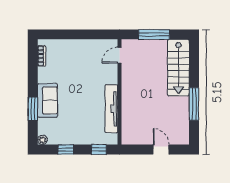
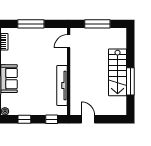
window: (74, 34) -> (31, 24), added
stairs: (178, 68) -> (118, 72), moved
door: (161, 149) -> (88, 119), moved

